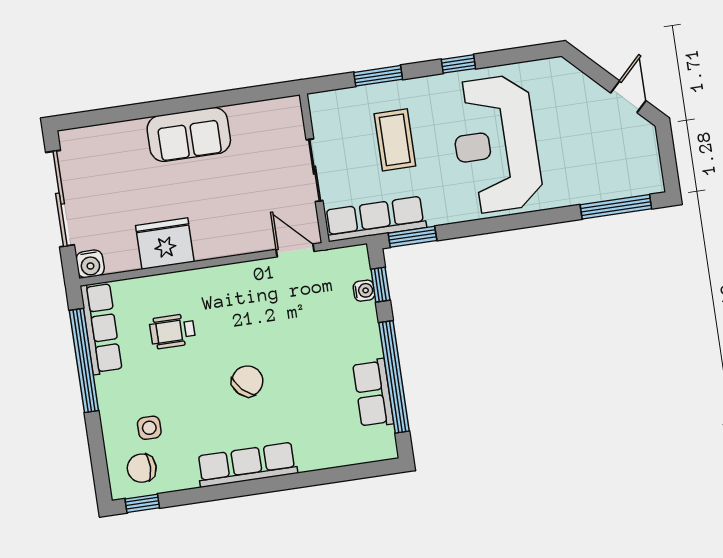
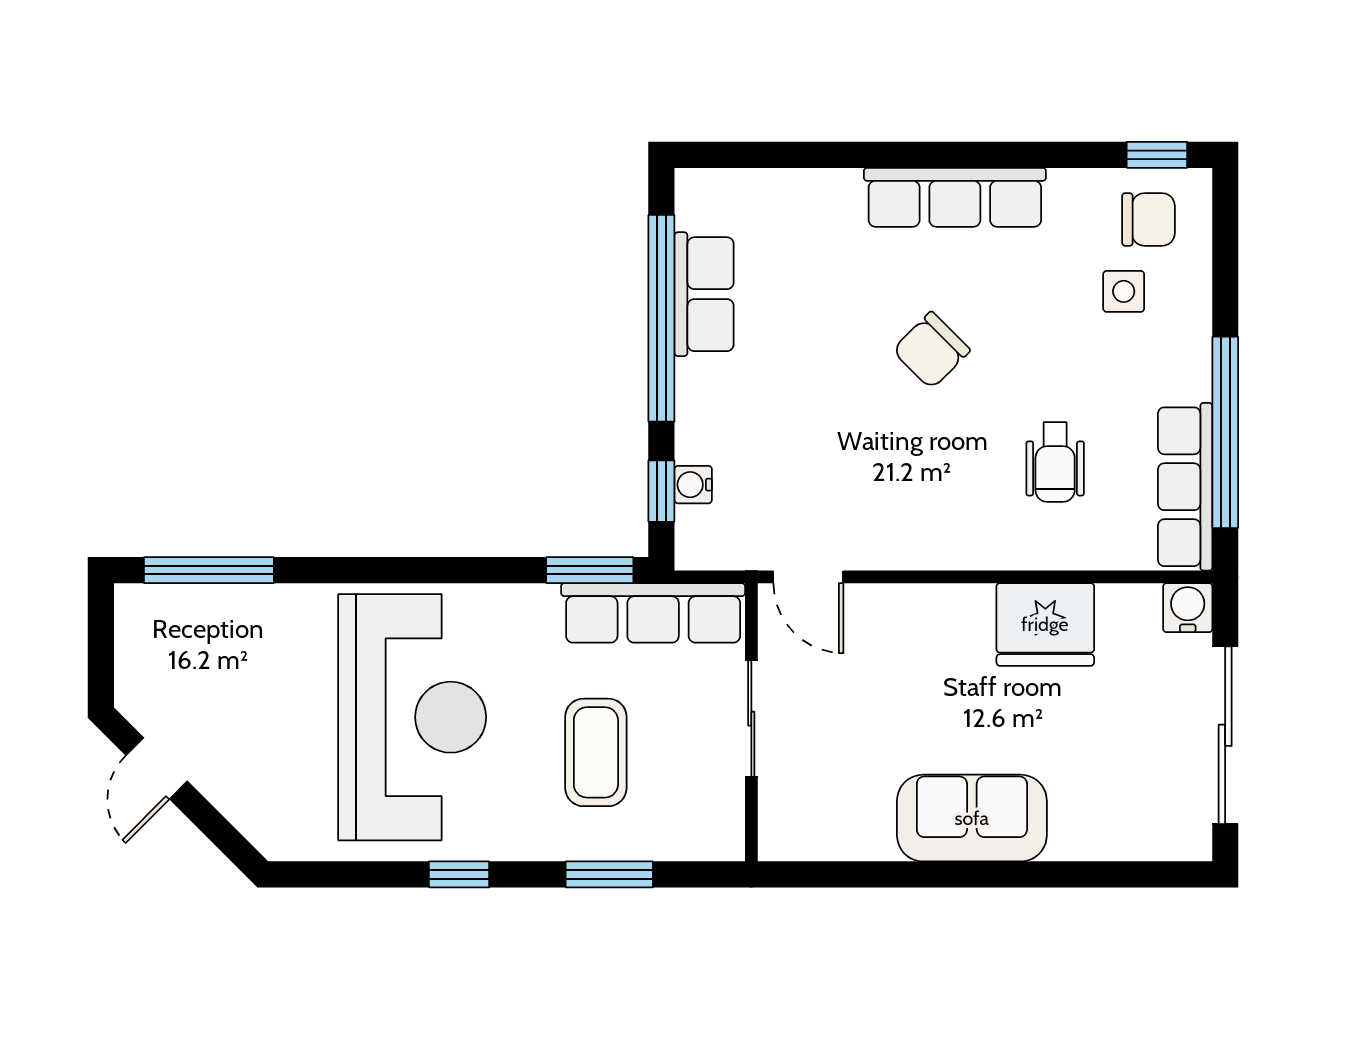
wheelchair: (172, 331) -> (1055, 462), turned 90

